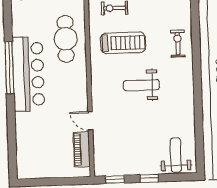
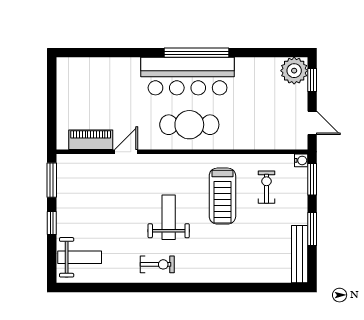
cafe table: (66, 39) -> (189, 125), moved
exercise bike: (178, 44) -> (157, 264), moved
window: (115, 179) -> (52, 180), width x1.50

